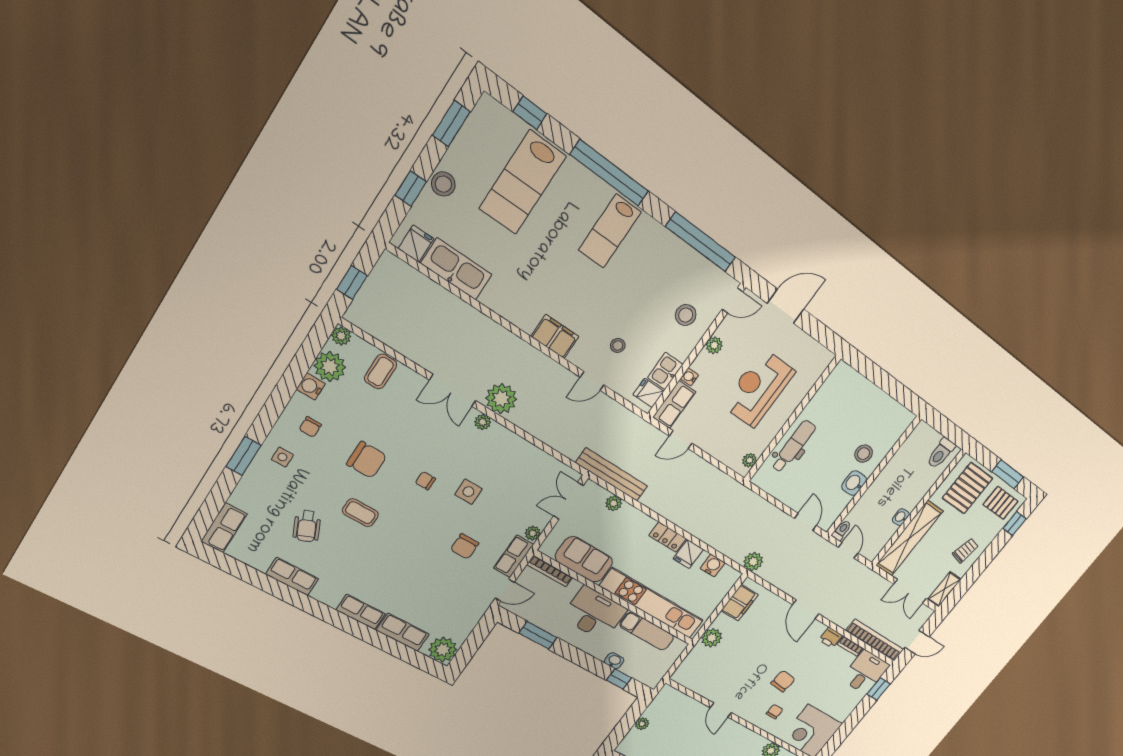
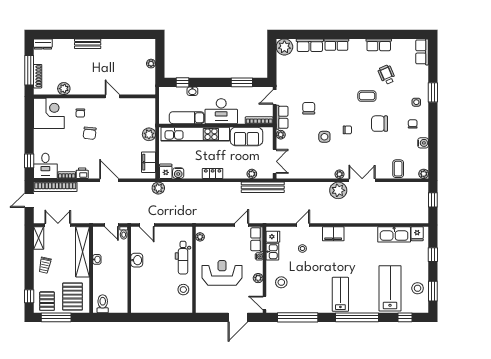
stool: (443, 184) -> (418, 288), moved
door: (733, 300) -> (265, 303), hinge flipped
plant: (330, 367) -> (420, 157), removed
reception desk: (758, 388) -> (222, 273), turned -90
stool: (864, 454) -> (183, 290), moved
window: (1008, 474) -> (56, 317), width x1.44
pallet: (1001, 503) -> (47, 301), turned 90
fridge: (688, 554) -> (166, 171), moved

